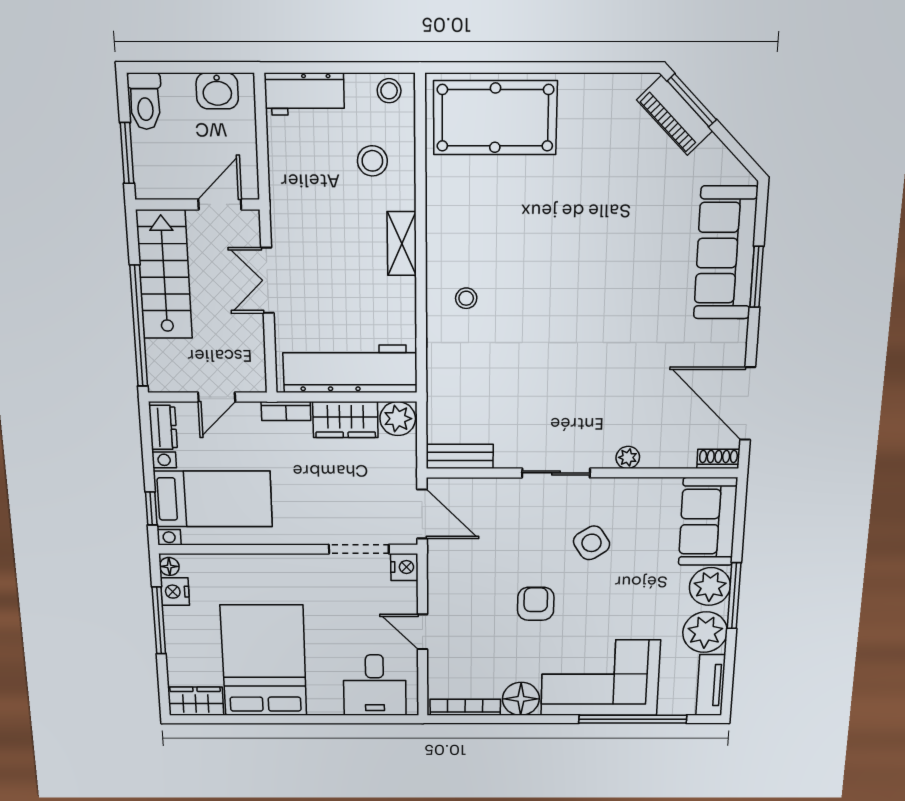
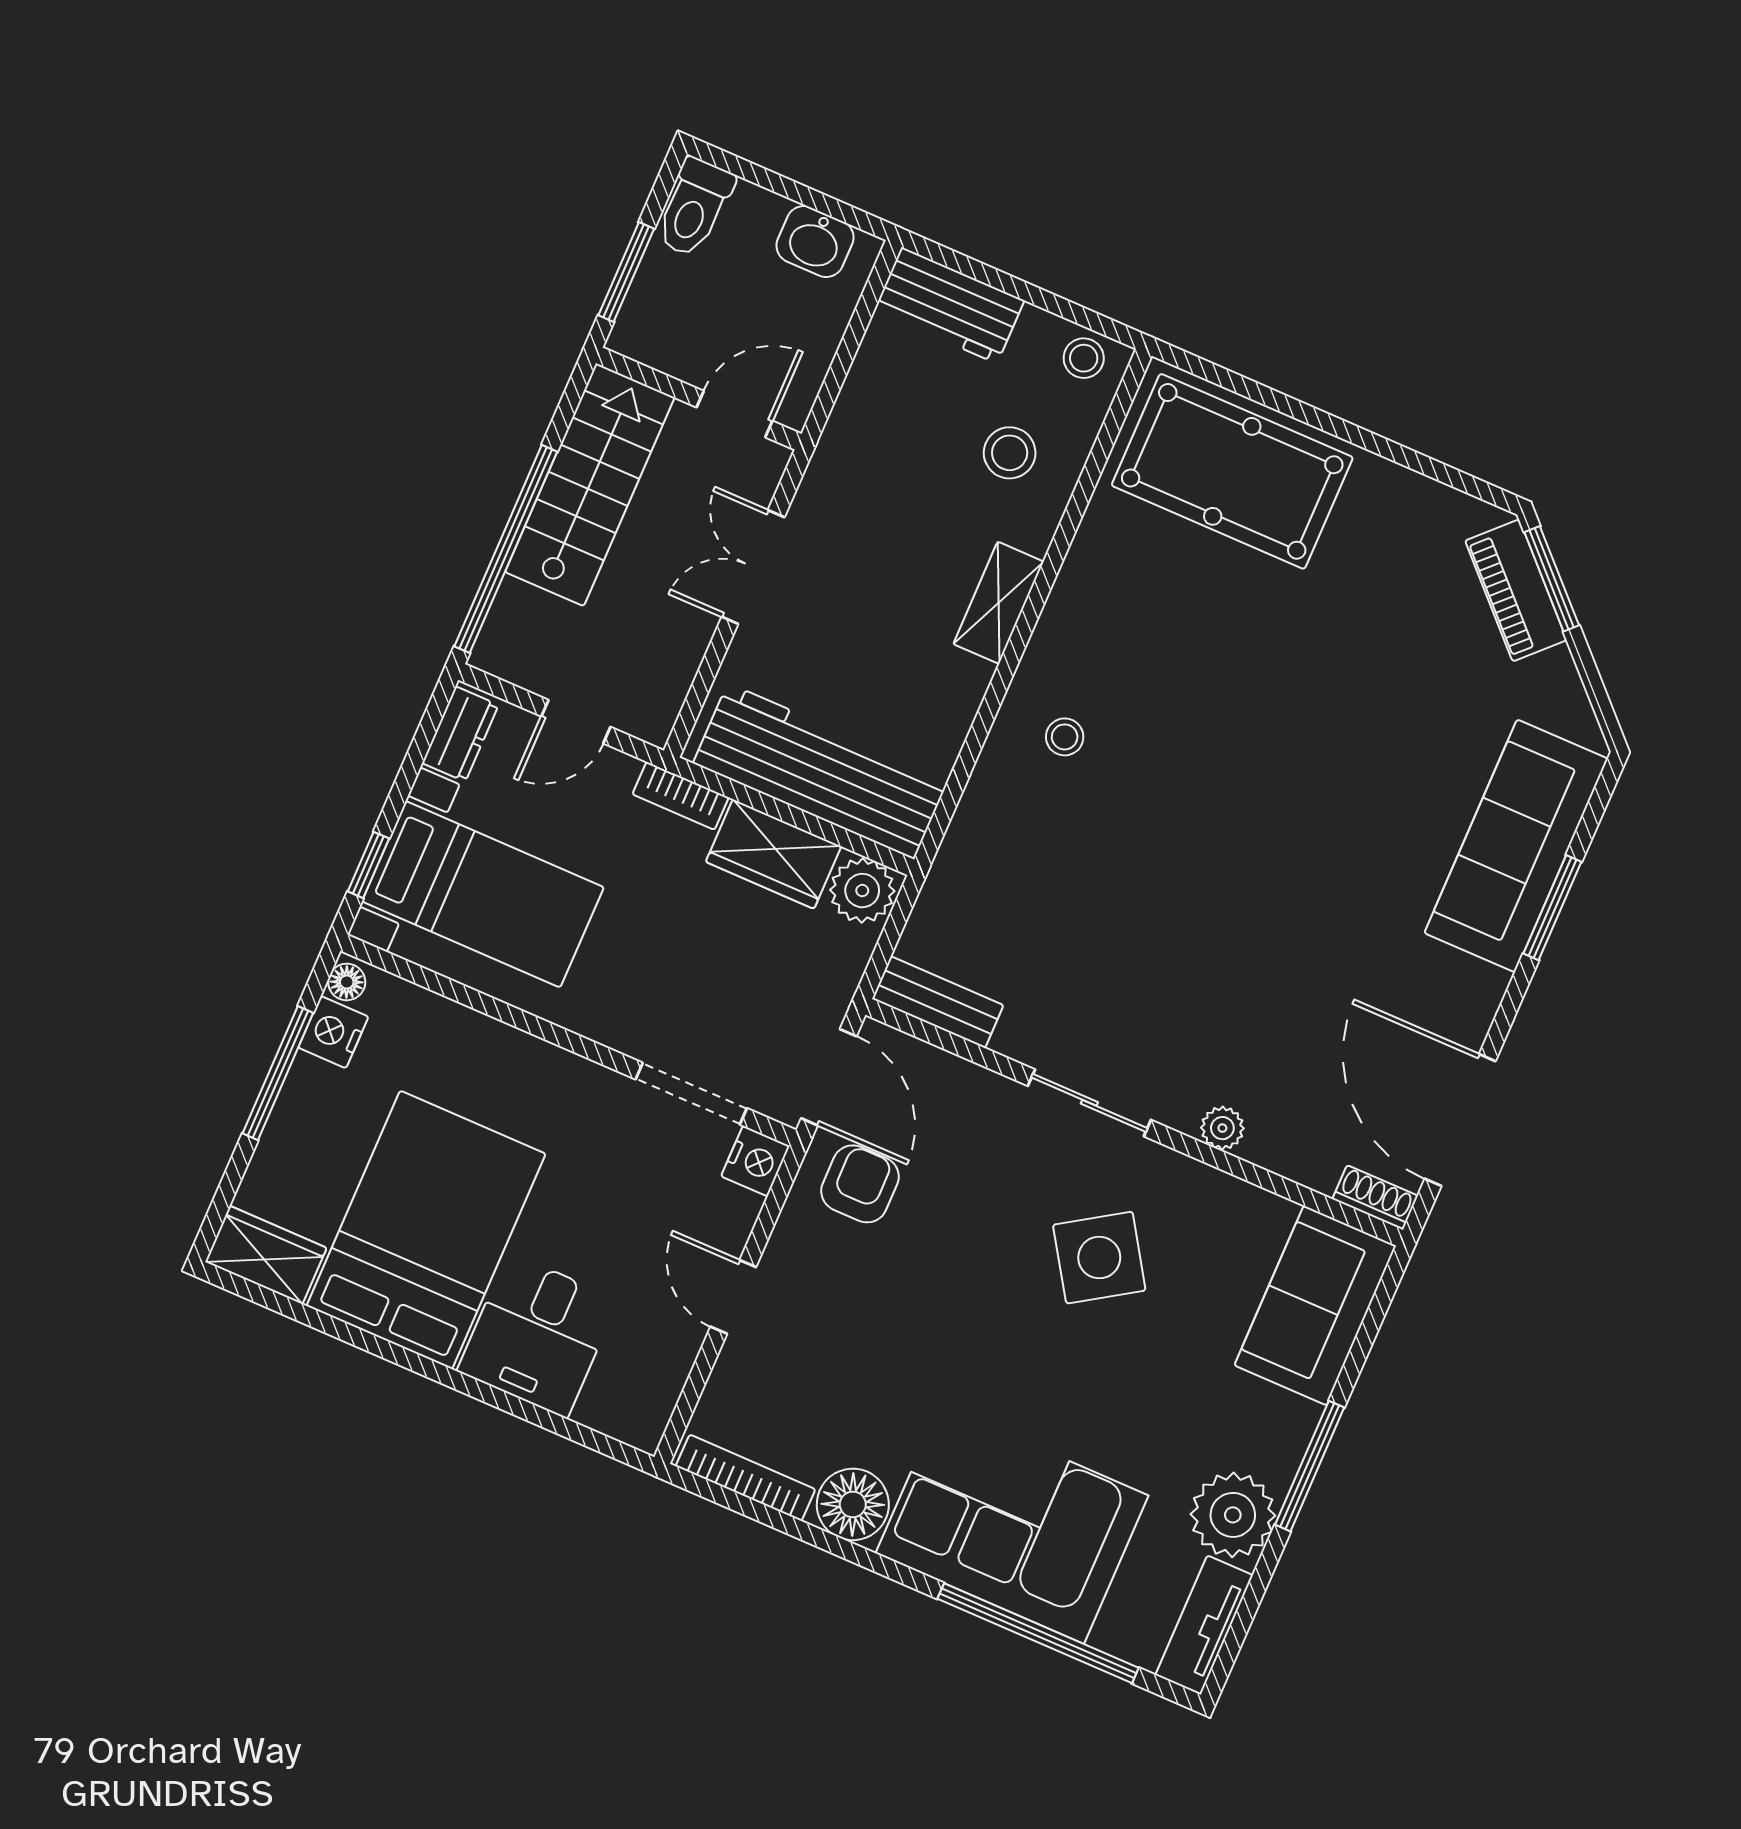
side table: (592, 543) -> (1099, 1258), width x1.37, depth x1.37
plant: (710, 587) -> (1274, 1430), removed
armchair: (536, 604) -> (860, 1184), moved
desk: (375, 685) -> (538, 1335), moved

